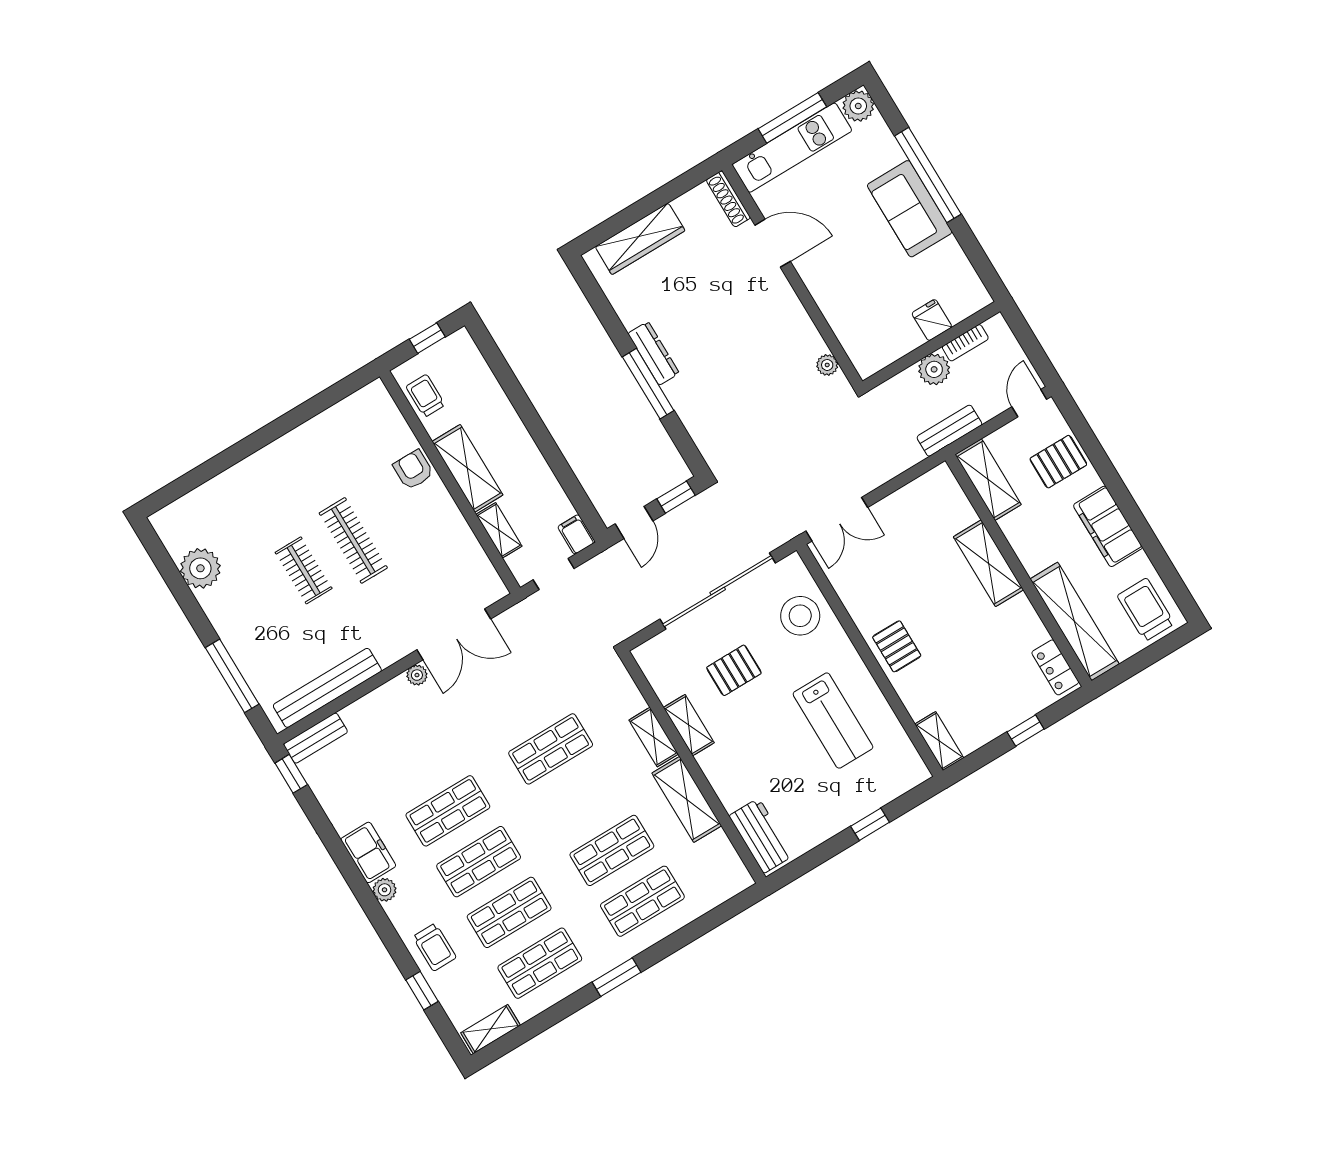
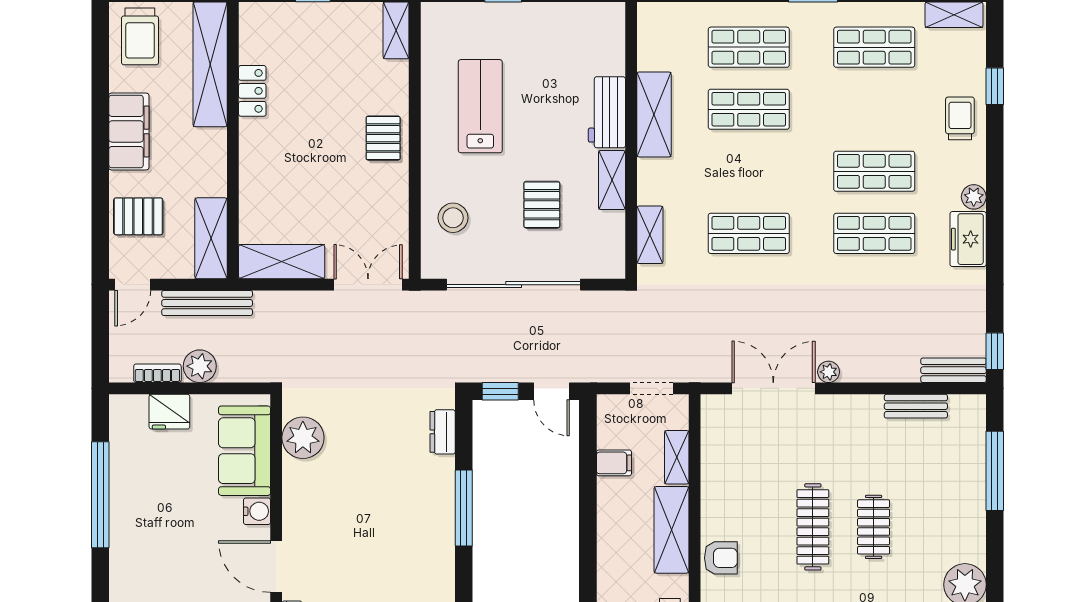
window: (928, 175) -> (100, 495), moved
sofa: (910, 209) -> (245, 451), moved, turned 180
water cooler: (816, 279) -> (257, 511), added
fridge: (932, 320) -> (169, 412), width x1.38
dresser: (654, 353) -> (443, 432), moved, width x0.70
plant: (827, 365) -> (303, 438), width x1.88, depth x1.88
bench: (949, 431) -> (207, 303), width x1.36
armchair: (413, 470) -> (721, 558), turned -90
door: (634, 522) -> (551, 391), swing flipped
filing cabinet: (576, 534) -> (614, 463), moved, turned -90
shelving: (988, 563) -> (282, 262), moved, turned 90
stool: (800, 616) -> (453, 218), width x0.73, depth x0.73
locker: (1055, 667) -> (252, 91), moved
pallet: (734, 670) -> (542, 205), turned 90
bench: (327, 688) -> (916, 406), width x0.54, depth x0.82
shelving: (654, 737) -> (650, 235), moved
workbench: (761, 836) -> (607, 112), moved
shop shelf: (509, 912) -> (874, 109), removed

